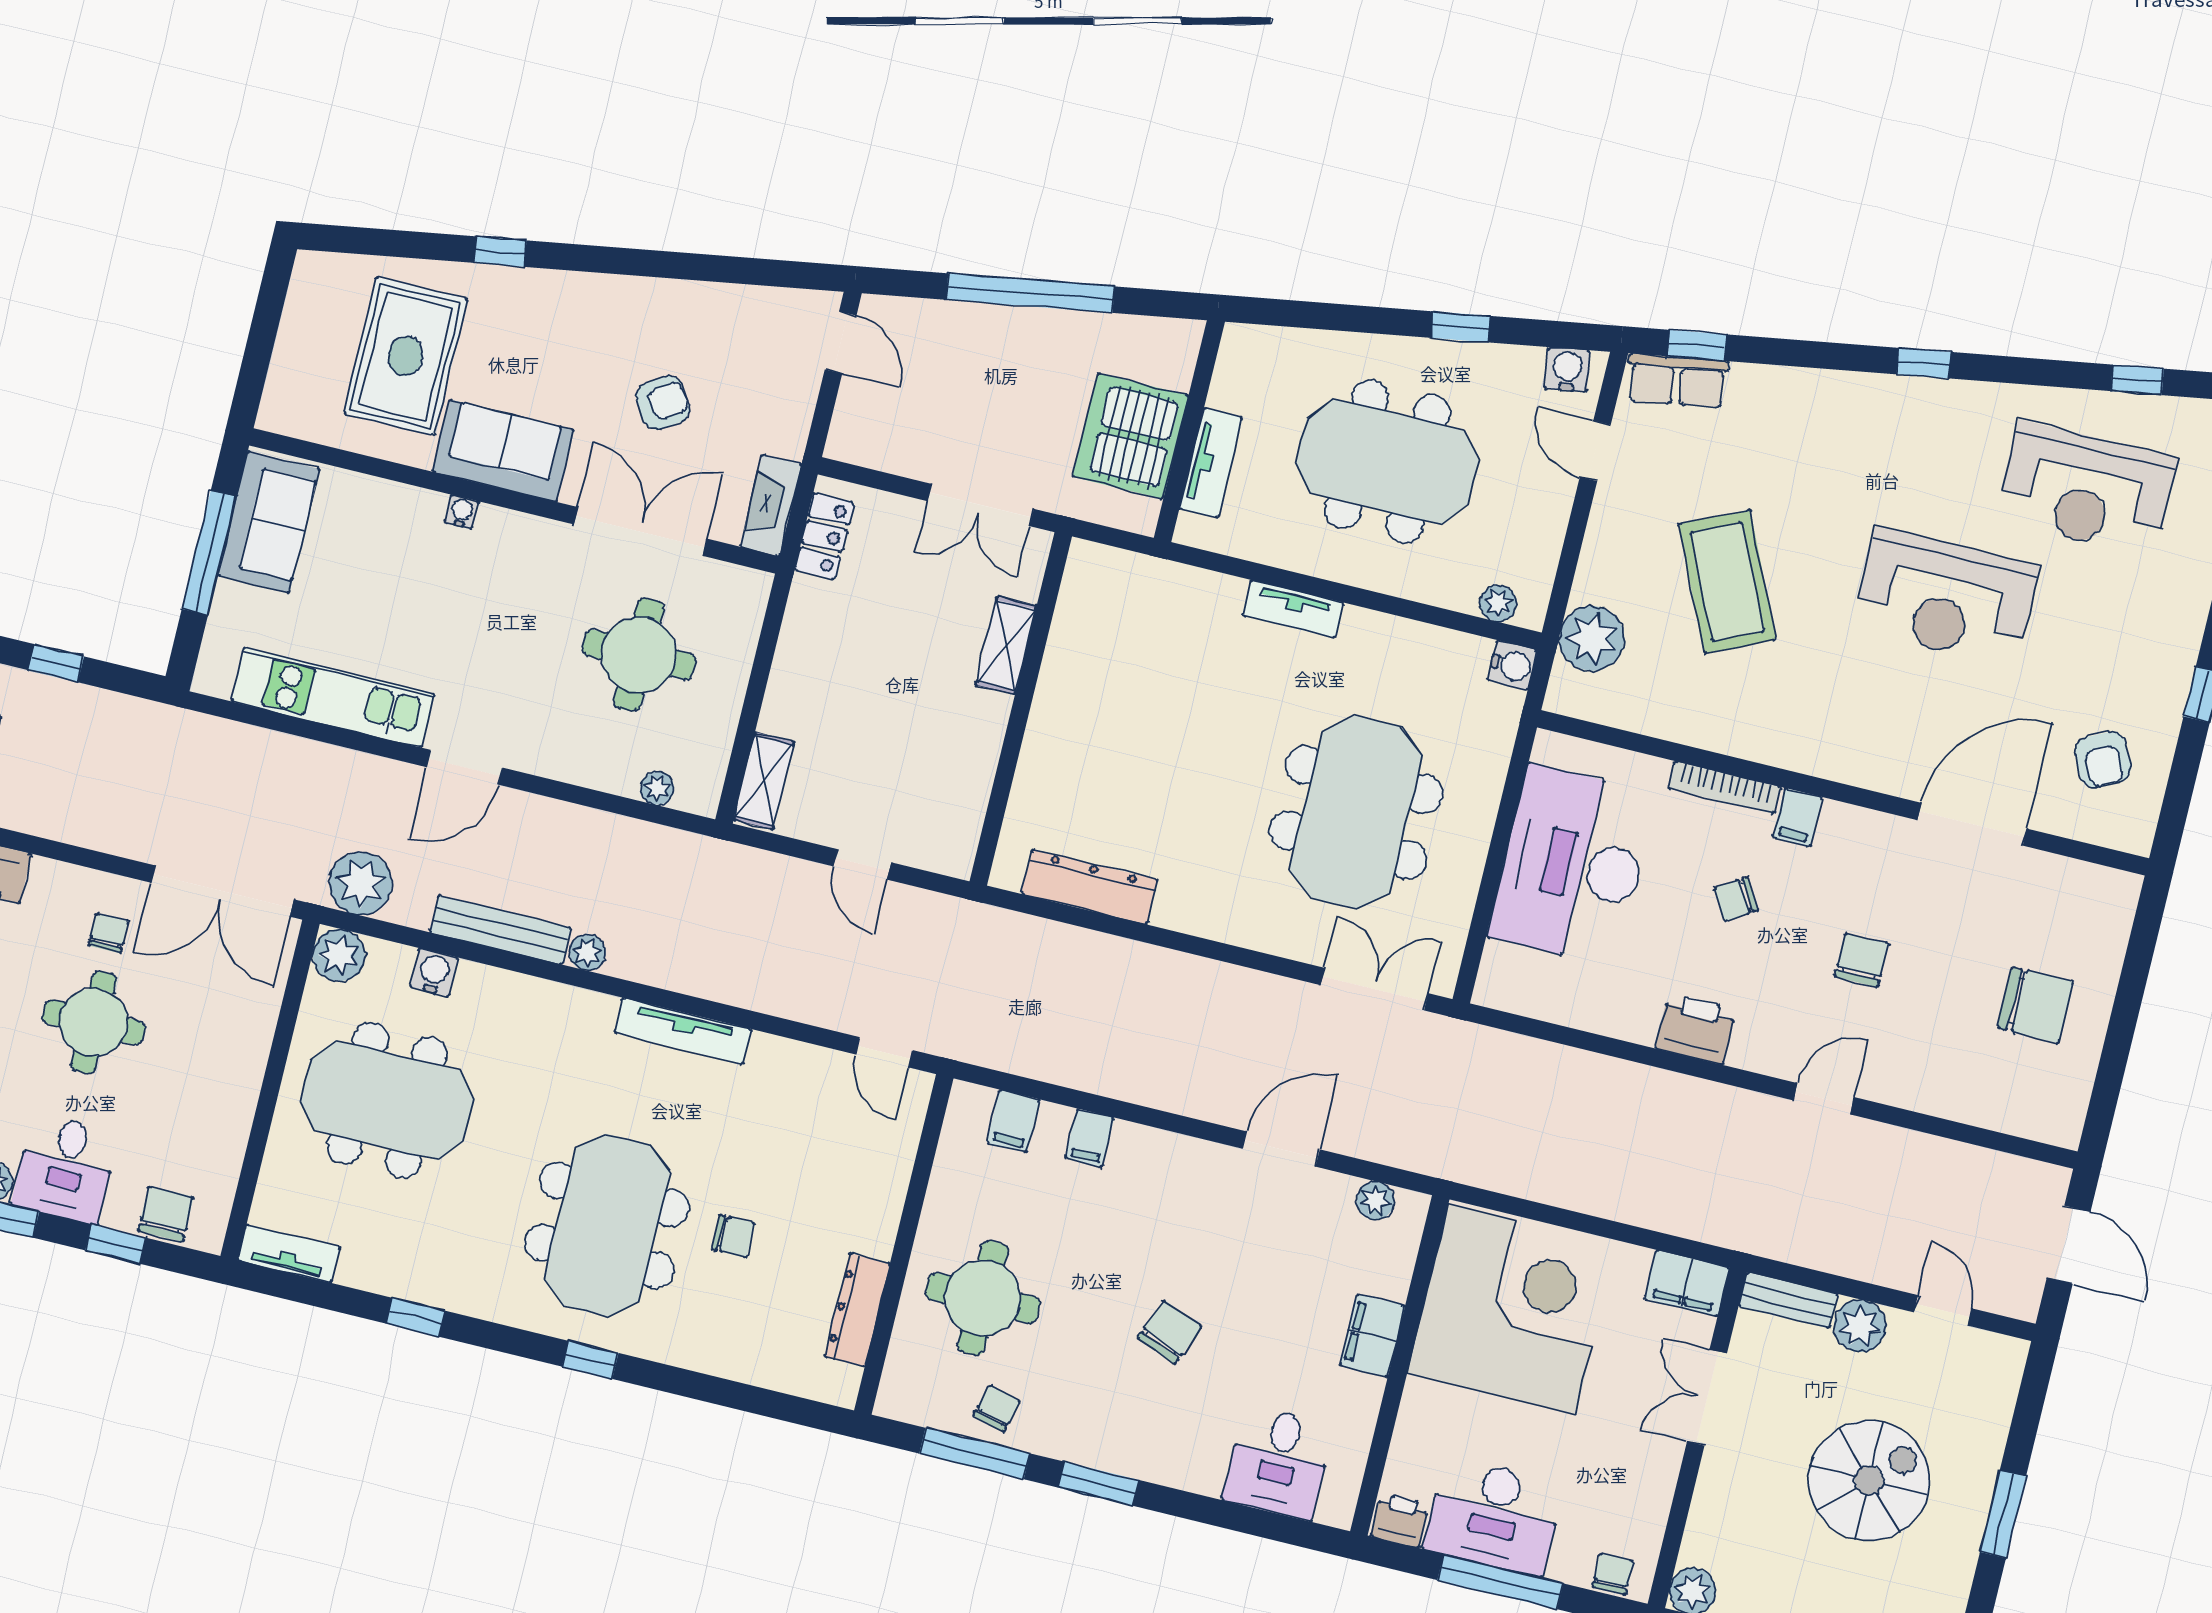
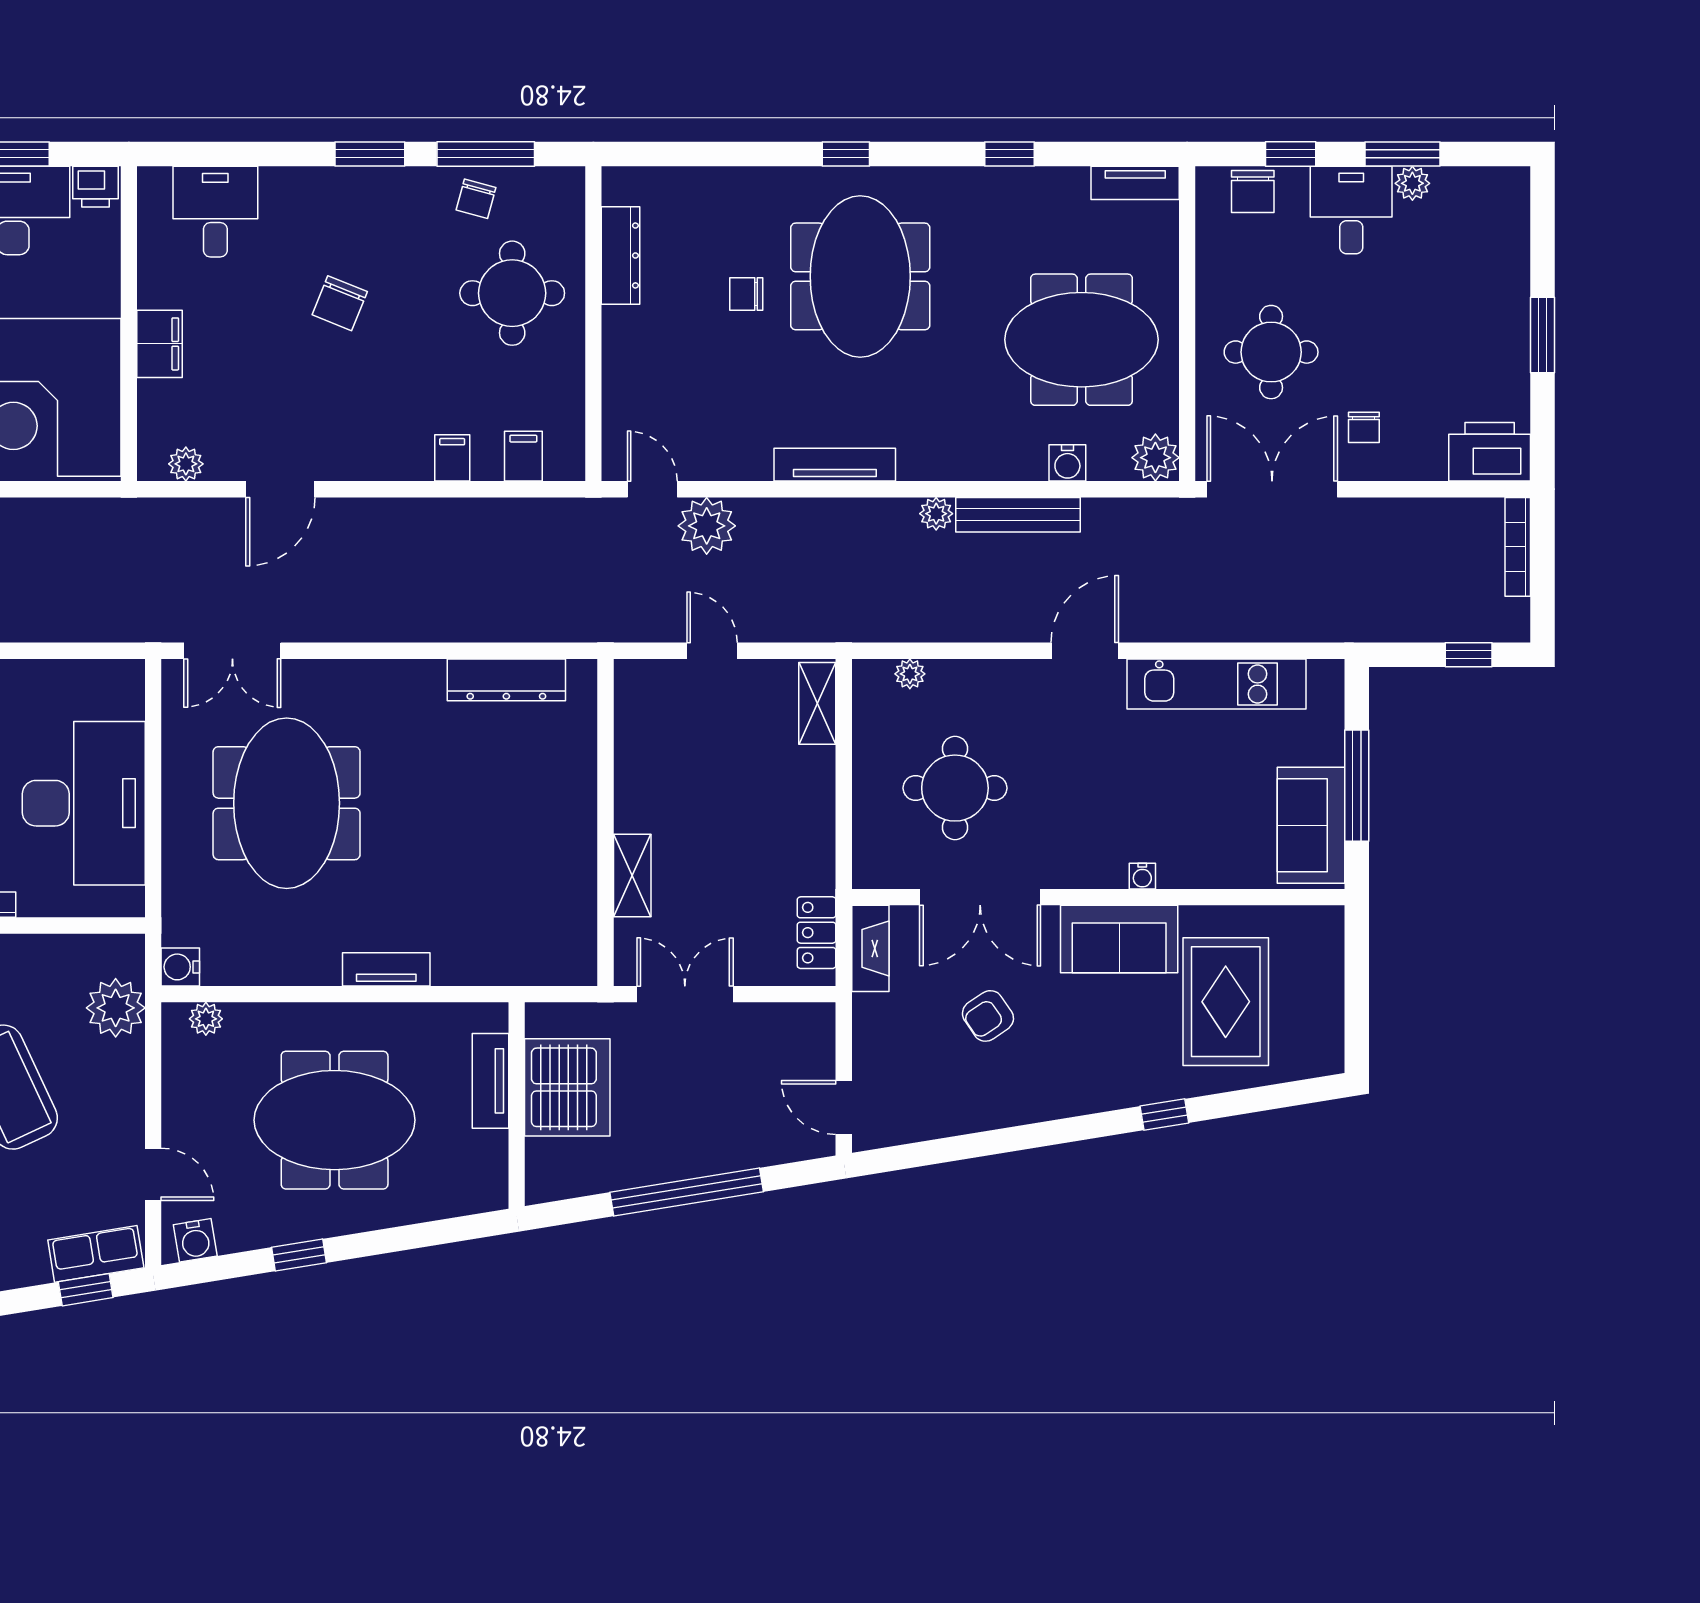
plant: (361, 883) -> (707, 526), moved
round table: (94, 1022) -> (1271, 352), moved

